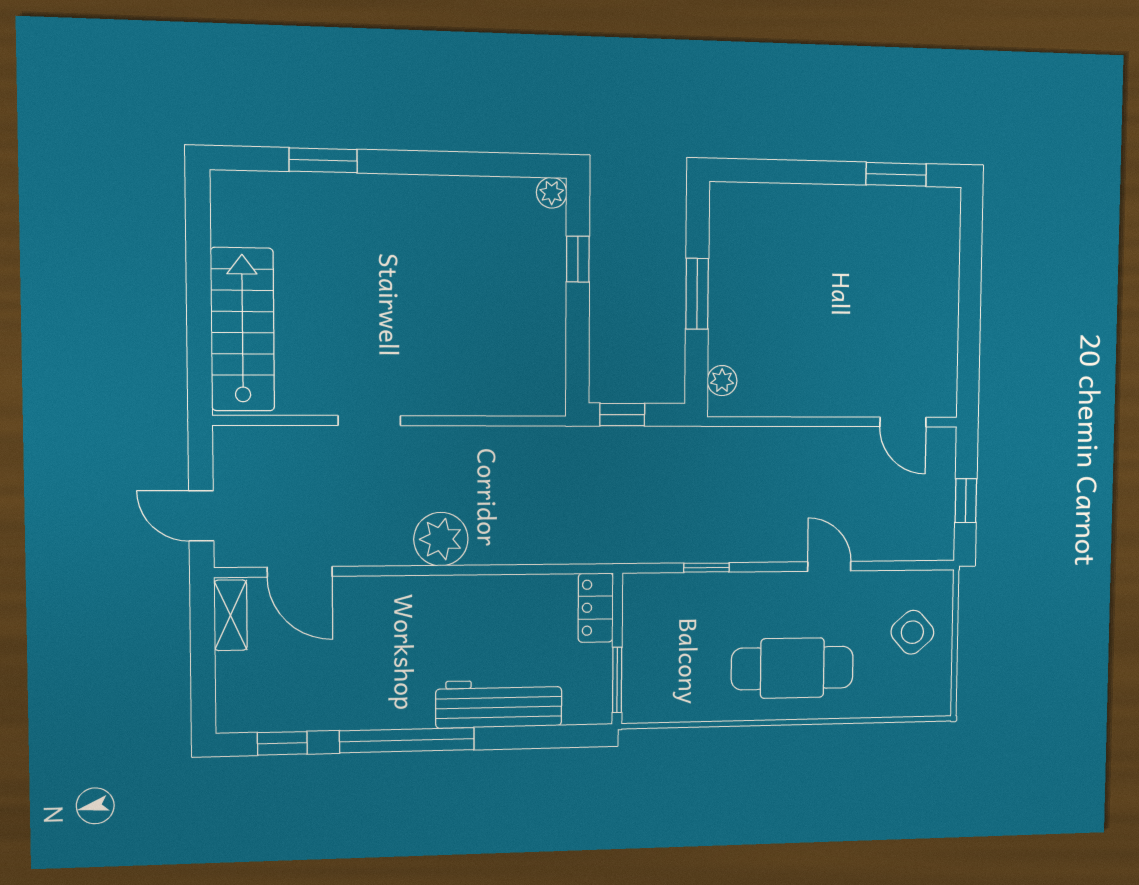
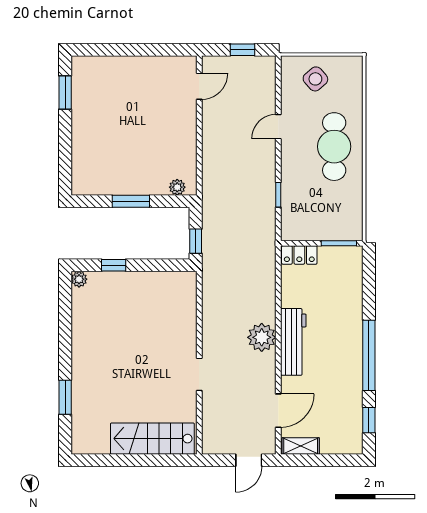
workbench: (499, 704) -> (293, 342), moved, turned 180

